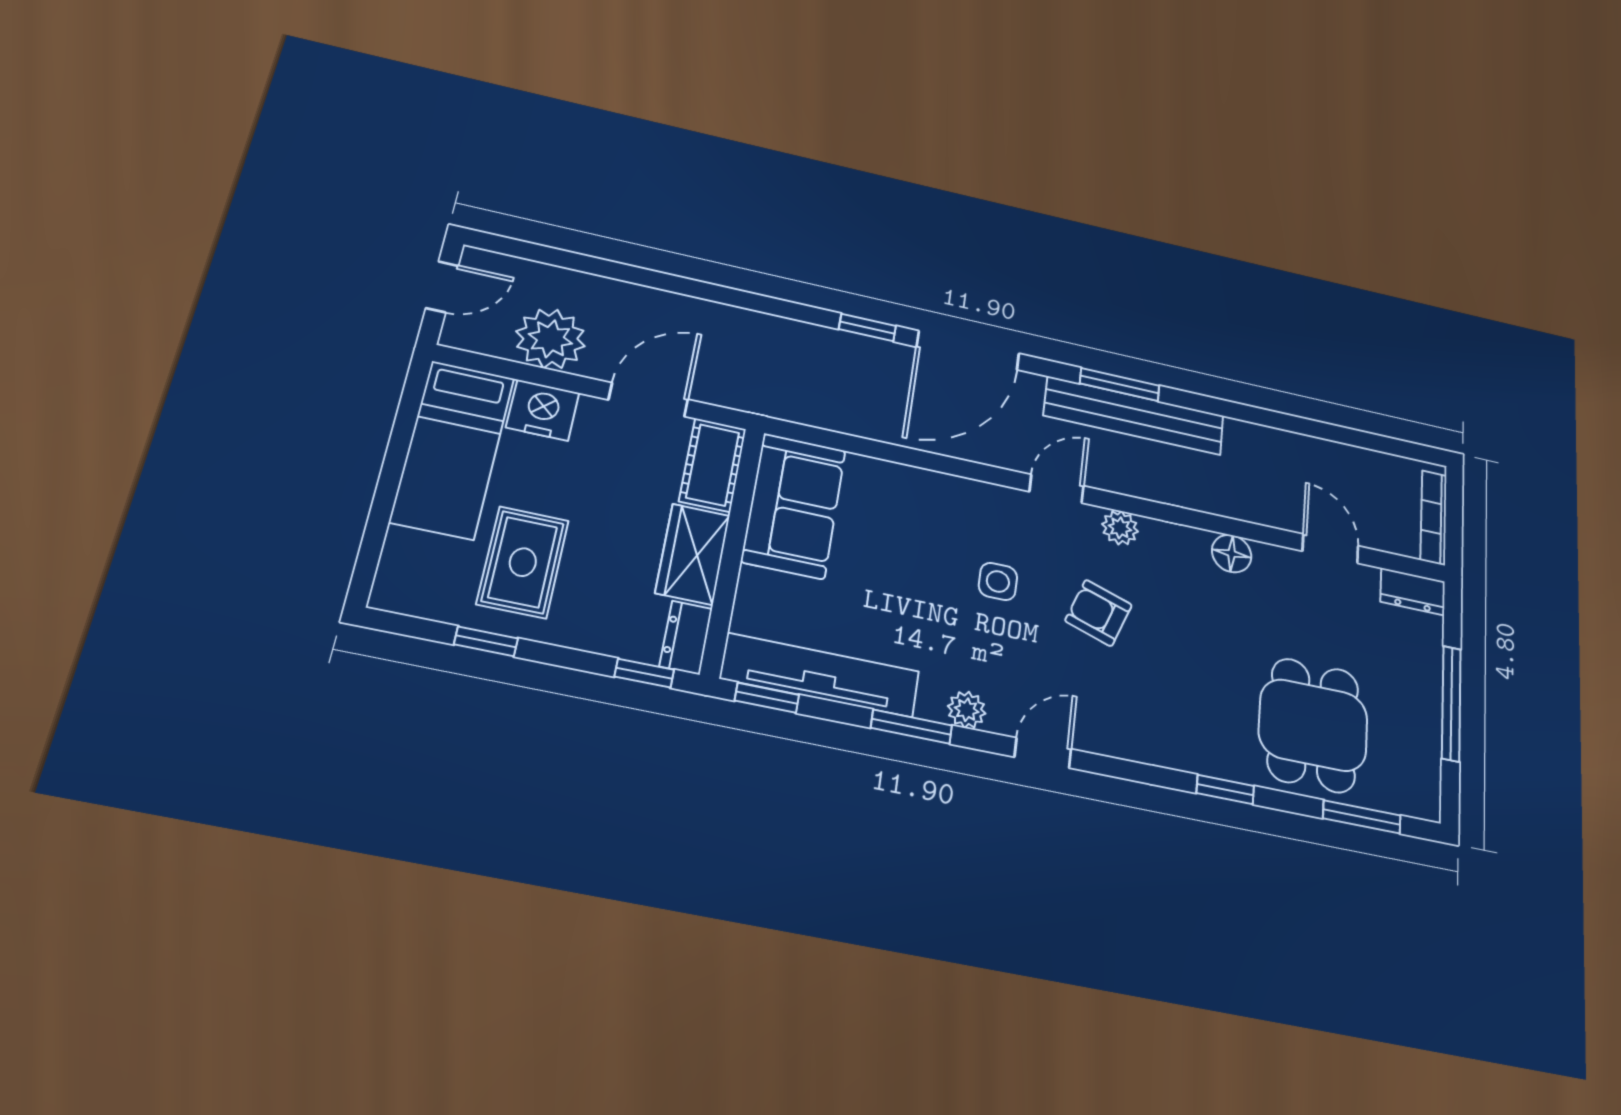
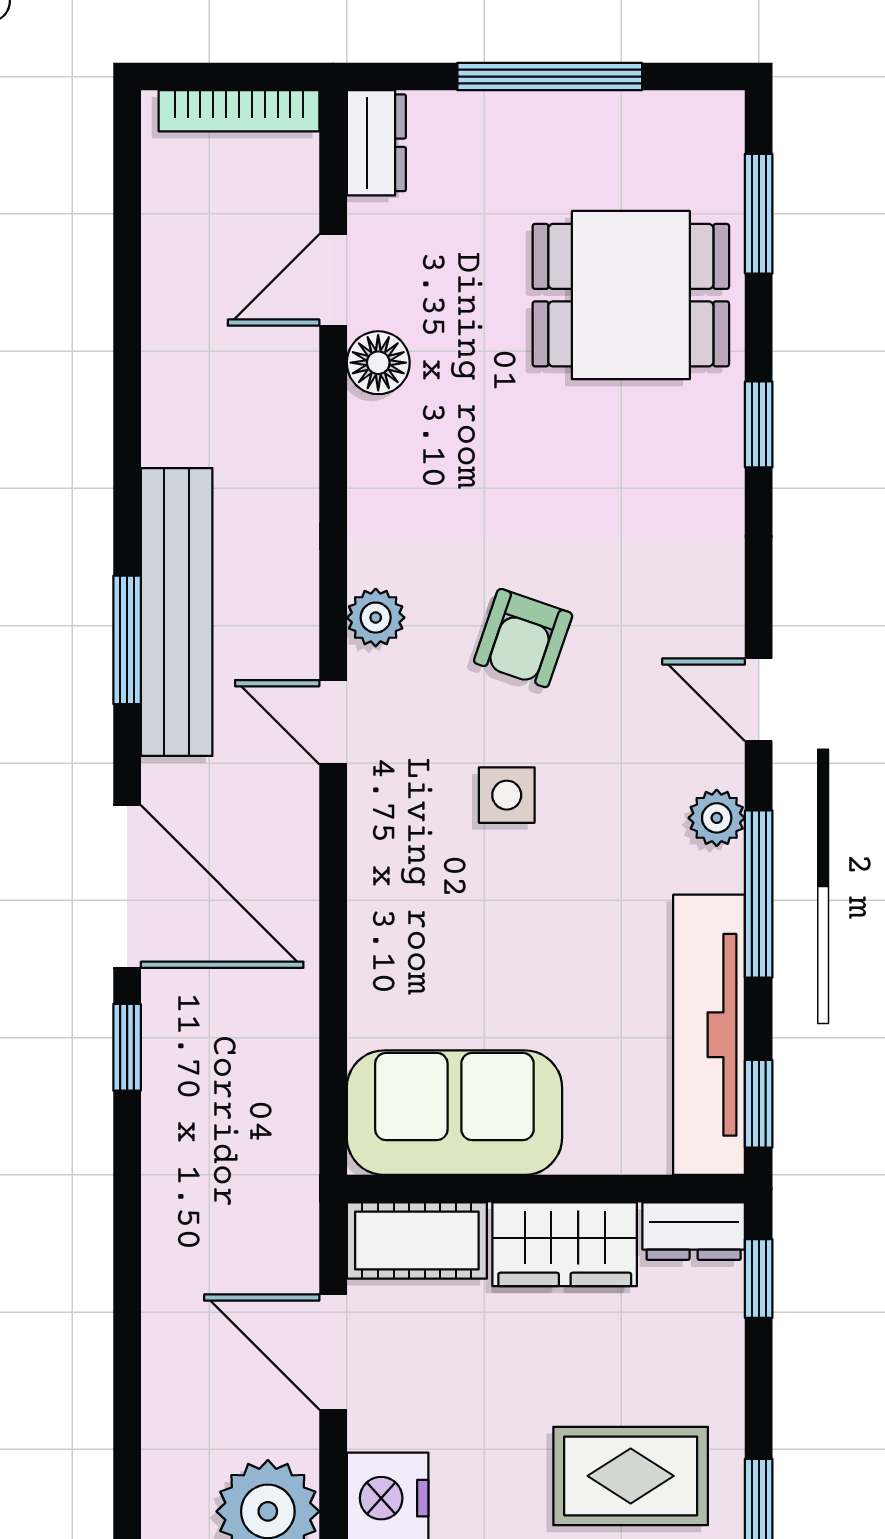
floor lamp: (1232, 554) -> (378, 363), moved
window: (911, 727) -> (759, 894), width x1.44

